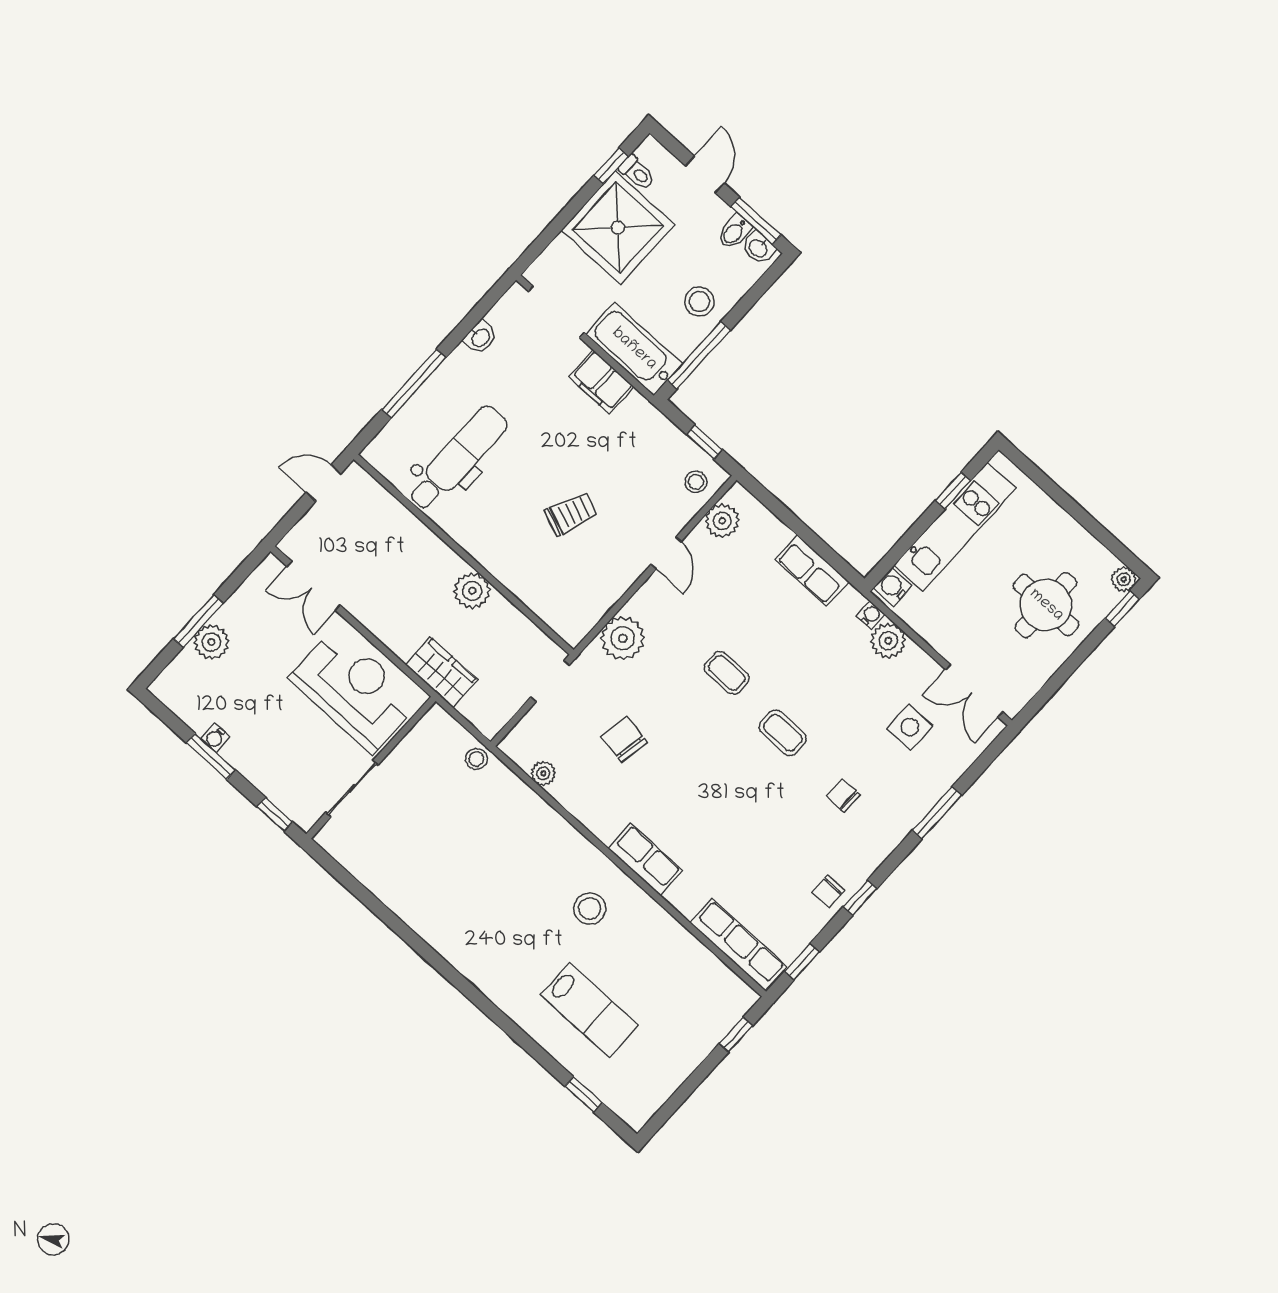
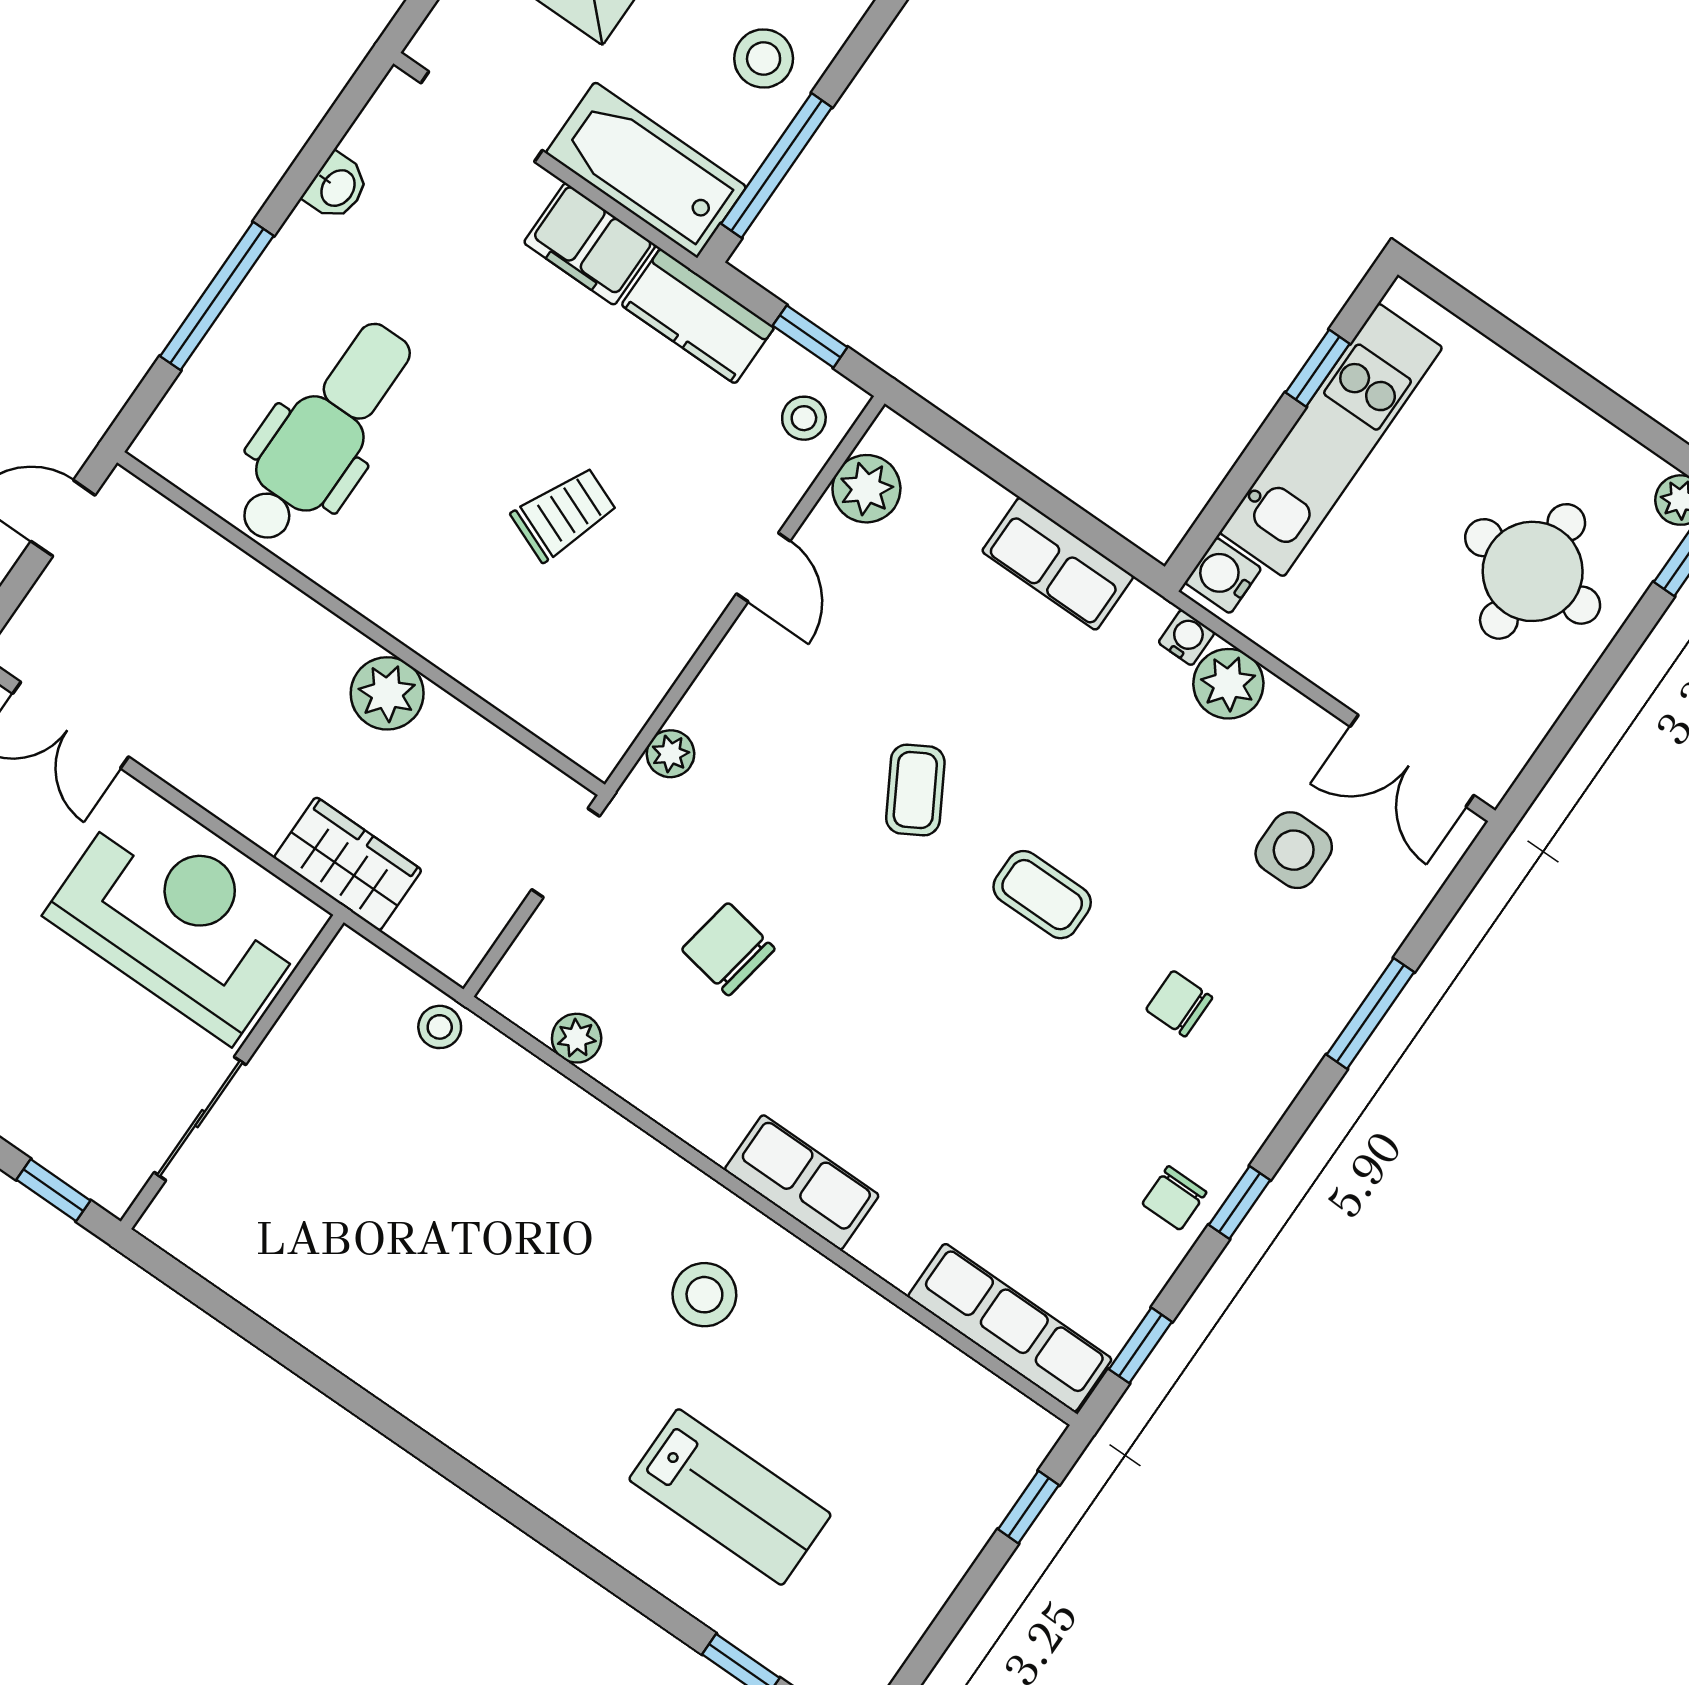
kitchen counter: (650, 425) -> (698, 316), added
plant: (623, 638) -> (670, 754), width x0.53, depth x0.53
coffee table: (727, 673) -> (915, 790), turned 60

